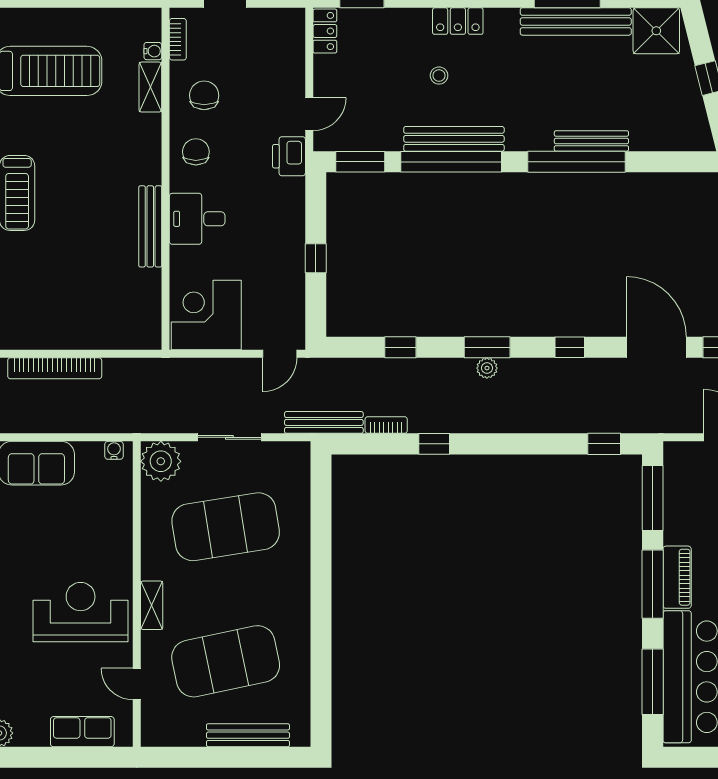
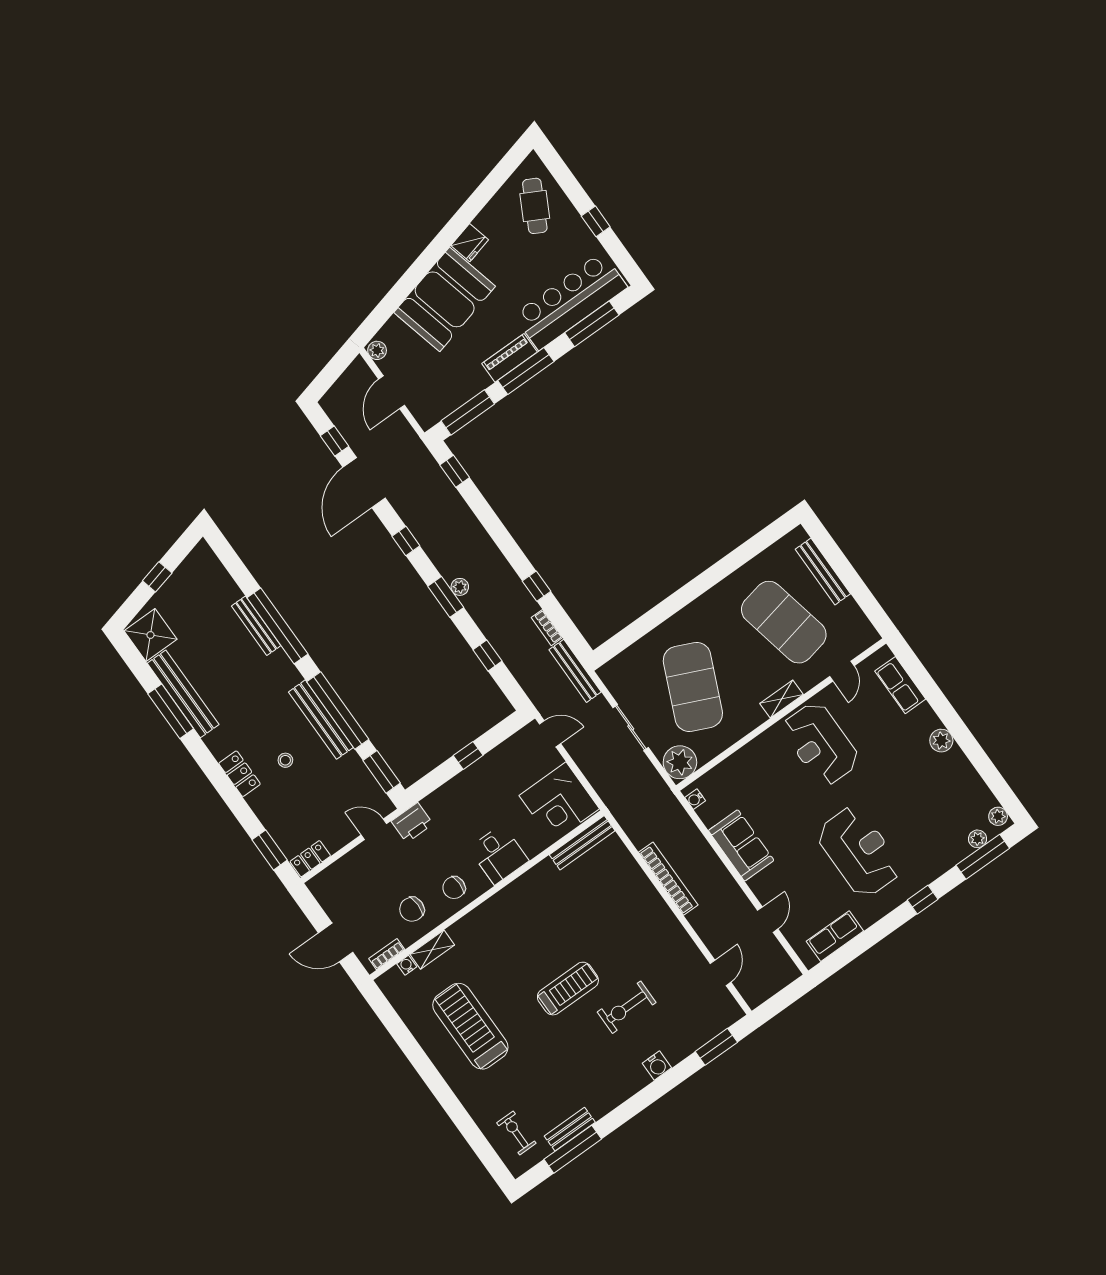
bench: (150, 226) -> (582, 843), moved
exercise mat: (226, 527) -> (693, 687), turned 33

